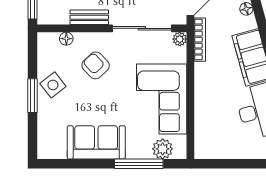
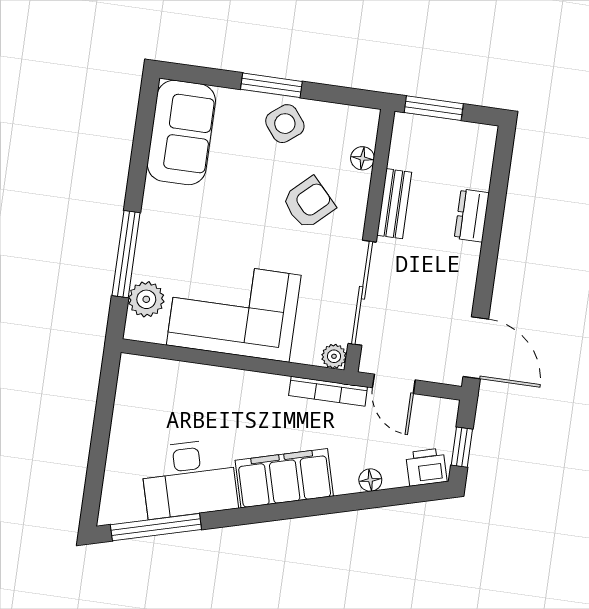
sofa: (96, 142) -> (181, 133), moved

